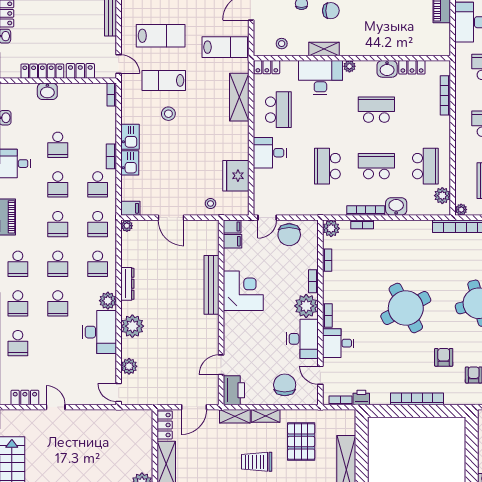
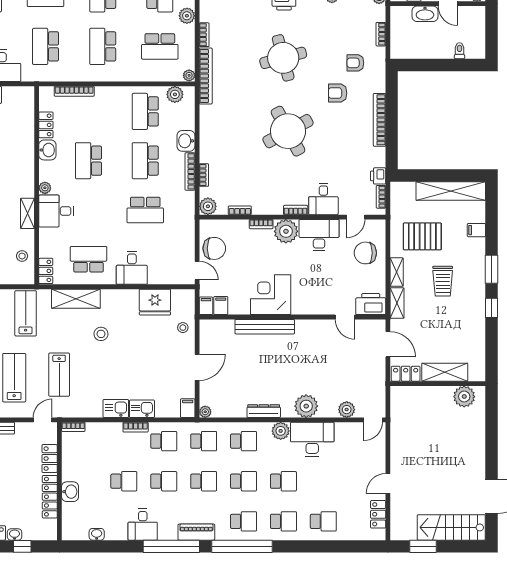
desk: (320, 78) -> (56, 211), width x0.73
stool: (168, 114) -> (101, 334), moved
school desk: (425, 166) -> (145, 111), turned -90

